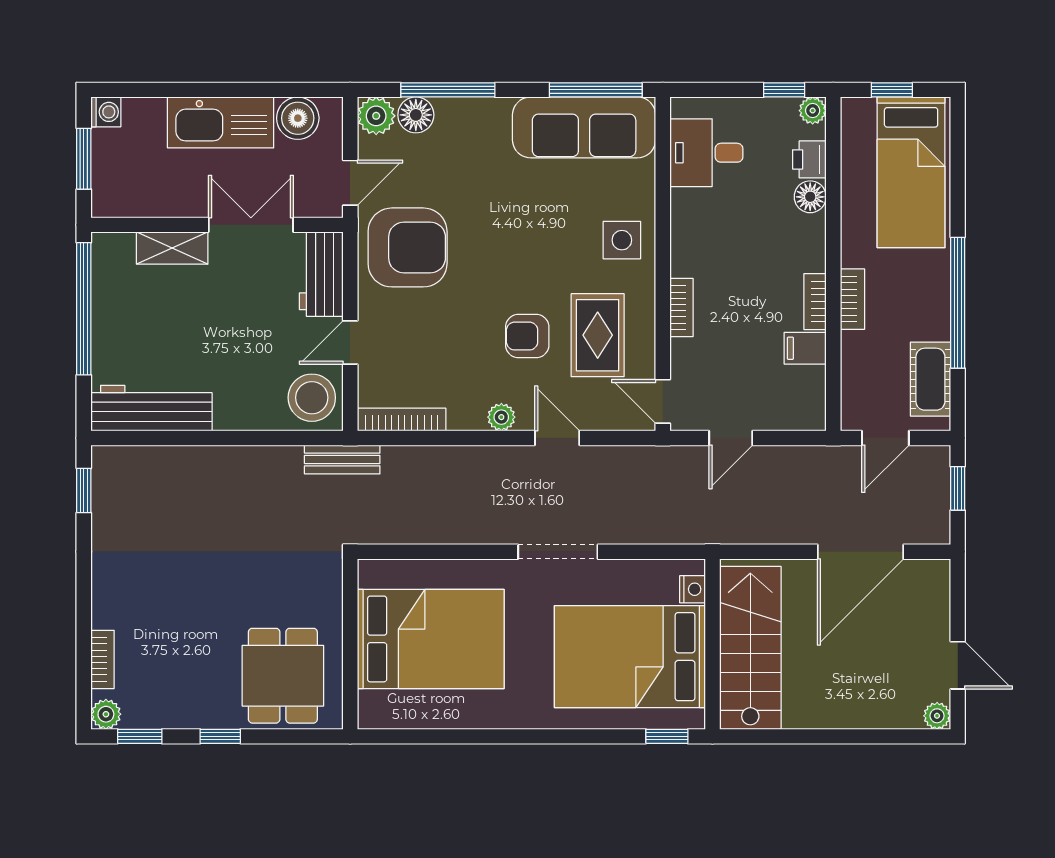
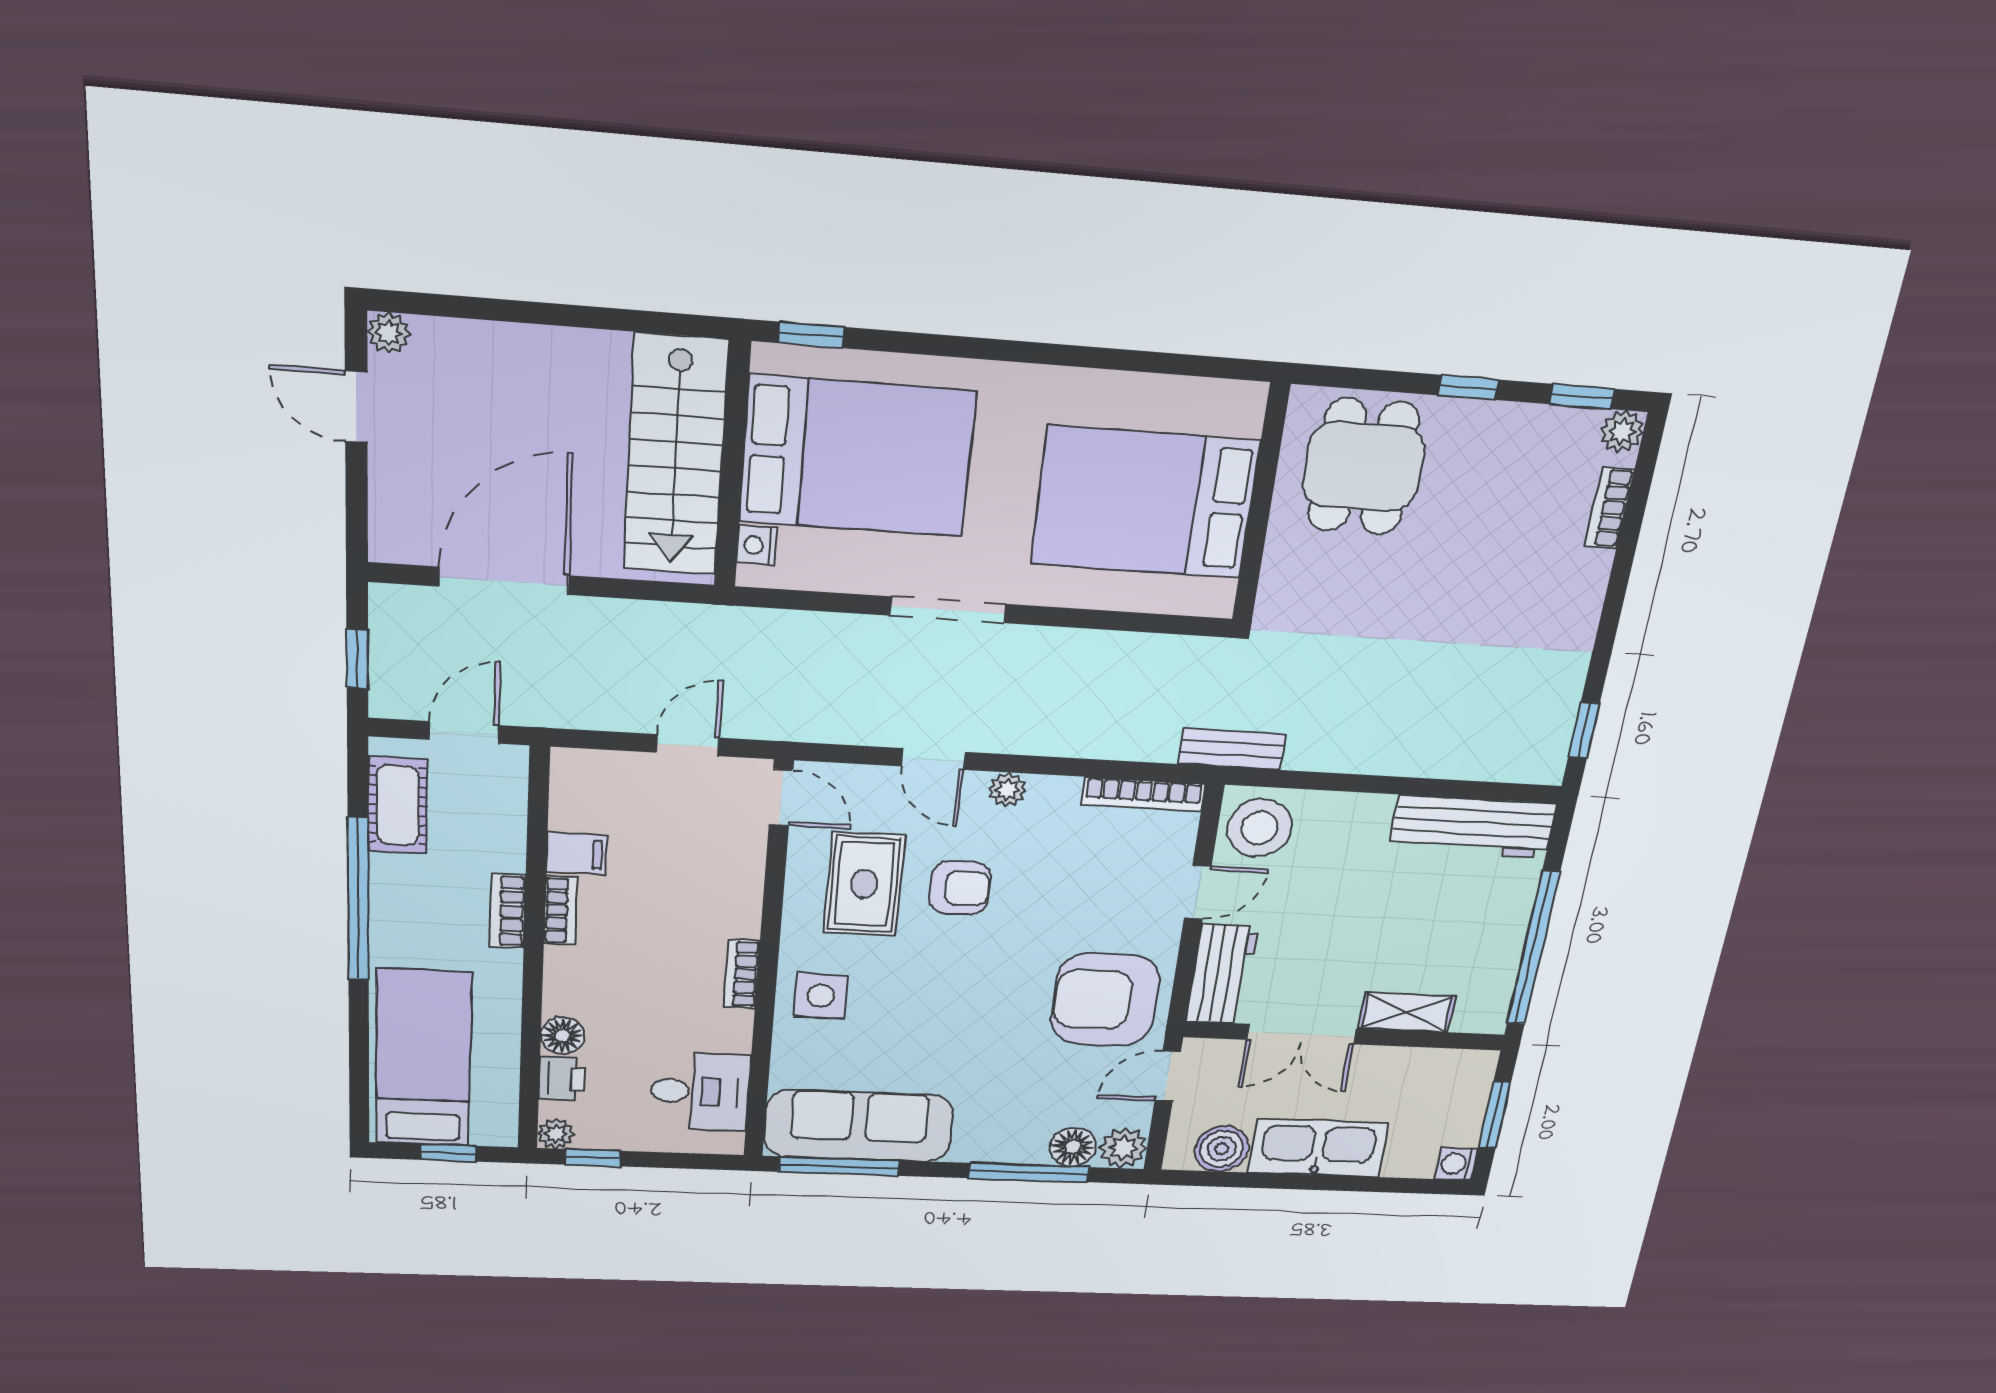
bookcase: (682, 308) -> (742, 974), moved

